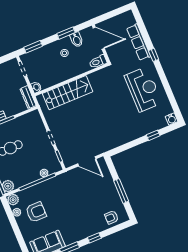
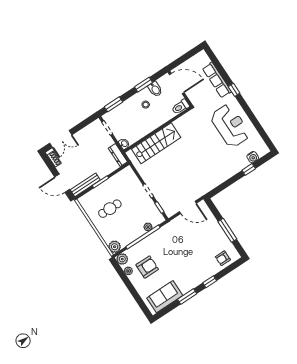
water cooler: (172, 119) -> (253, 157), moved

